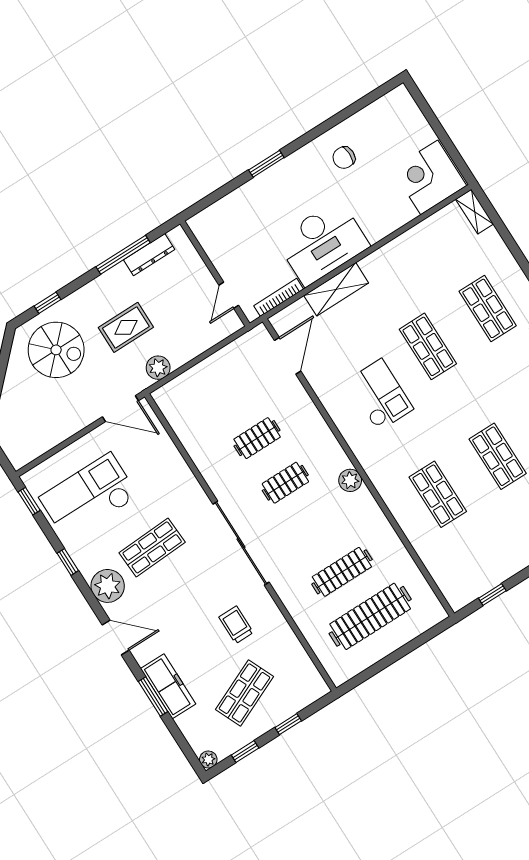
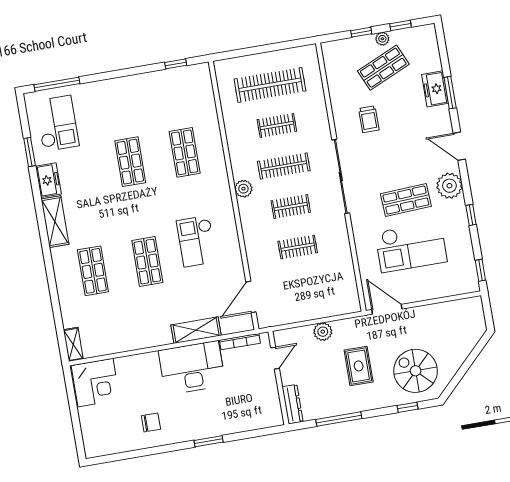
dresser: (149, 255) -> (293, 404), moved, turned 90
rug: (126, 327) -> (359, 366), turned 90
plant: (158, 368) -> (323, 332), moved
checkout: (89, 497) -> (411, 247), moved
clothes rail: (314, 527) -> (284, 166), added
clothes rail: (342, 572) -> (277, 125), width x0.73
freezer: (168, 686) -> (435, 89), width x0.71
plant: (208, 759) -> (382, 39), moved

